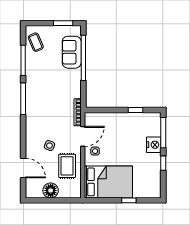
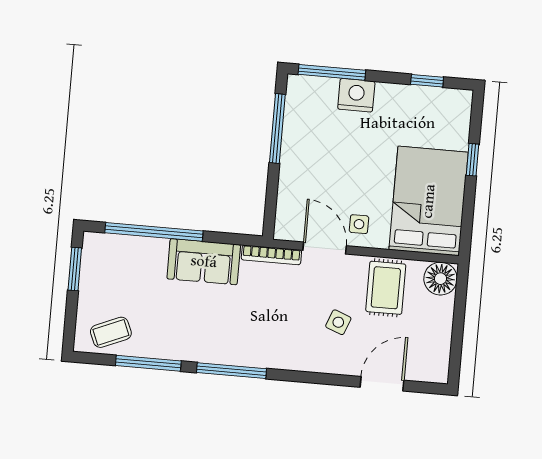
sofa: (72, 52) -> (204, 262), moved
window: (135, 110) -> (277, 128), width x2.17
window: (163, 163) -> (427, 81), moved
rug: (67, 166) -> (386, 288), turned 90
floor lamp: (51, 190) -> (440, 279), moved

